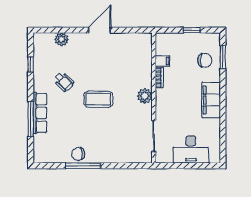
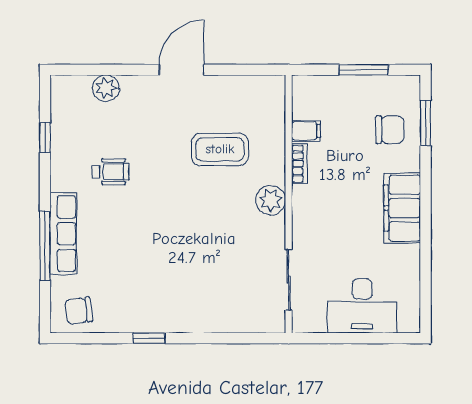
window: (192, 30) -> (364, 70), width x1.50
wheelchair: (64, 82) -> (111, 172), turned -45
coffee table: (98, 99) -> (220, 149), moved
chair: (78, 154) -> (79, 311), moved
window: (83, 166) -> (149, 338), width x0.46

